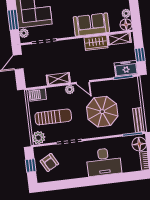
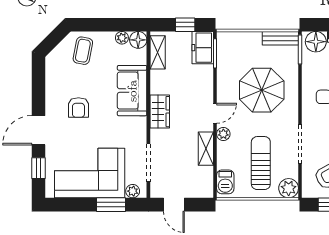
wardrobe: (96, 43) -> (160, 112), moved

